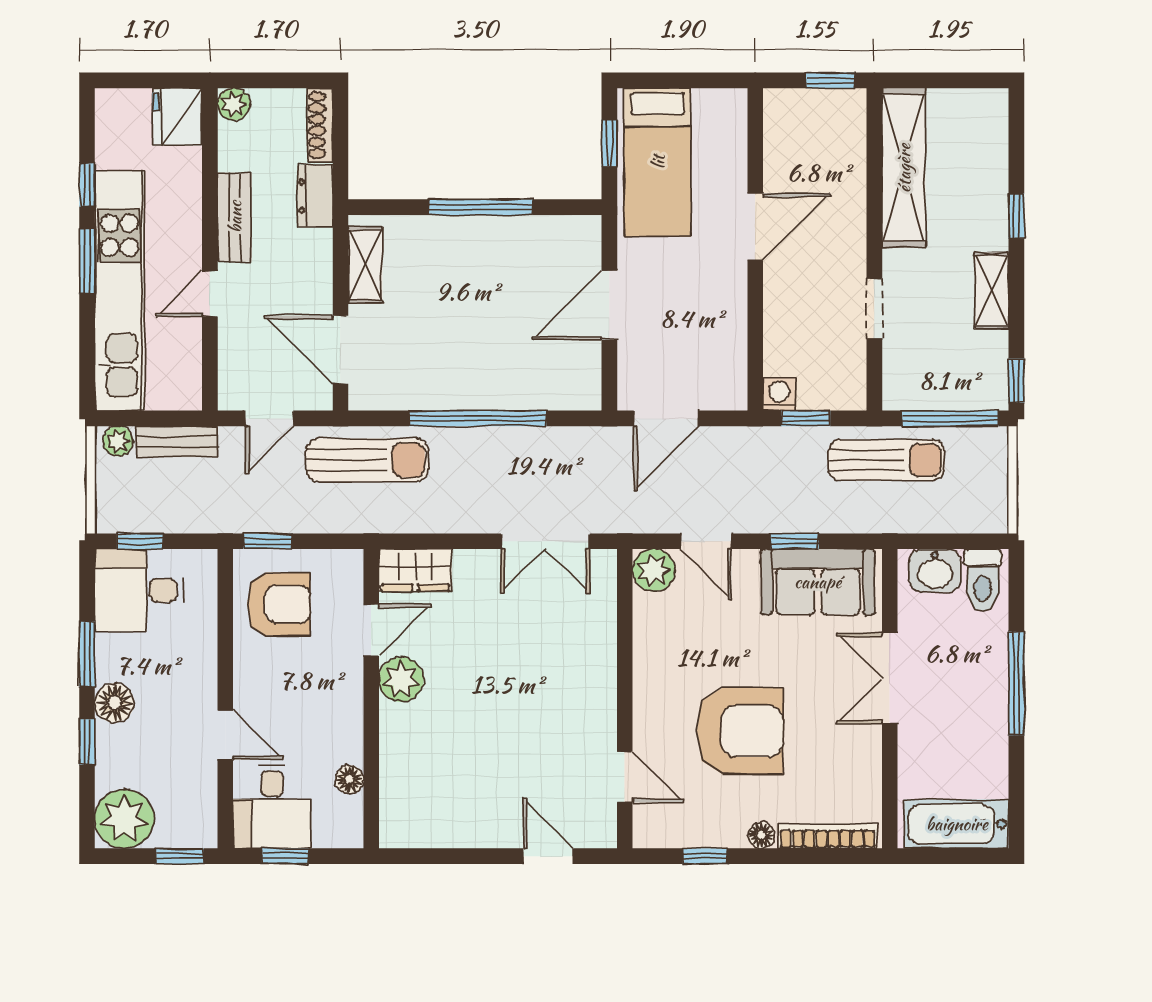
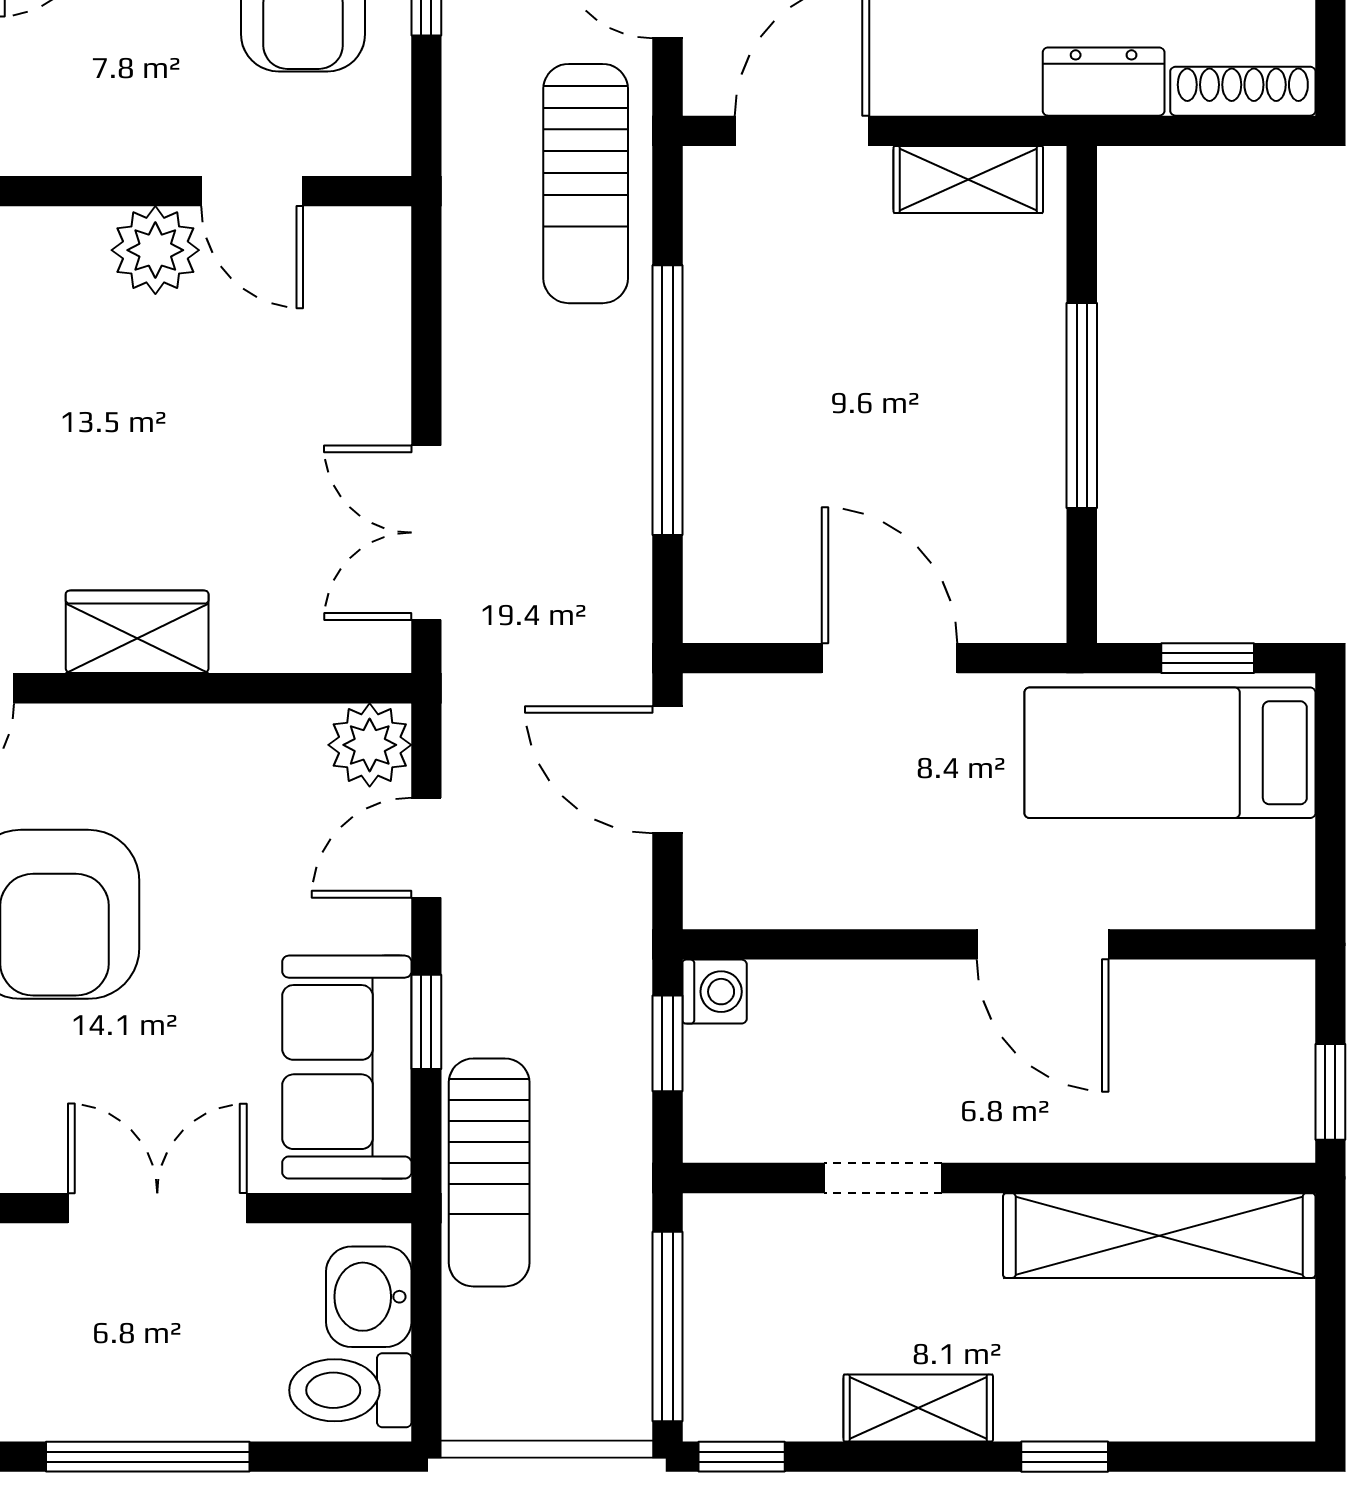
sun lounger: (886, 460) -> (489, 1172), moved
wardrobe: (415, 570) -> (137, 632), moved, turned 90

